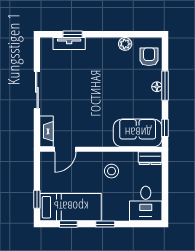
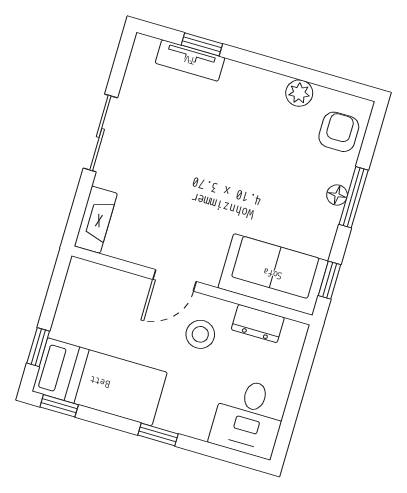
door: (65, 149) -> (175, 280), moved
dresser: (150, 158) -> (258, 324), moved
window: (68, 224) -> (59, 406), moved

